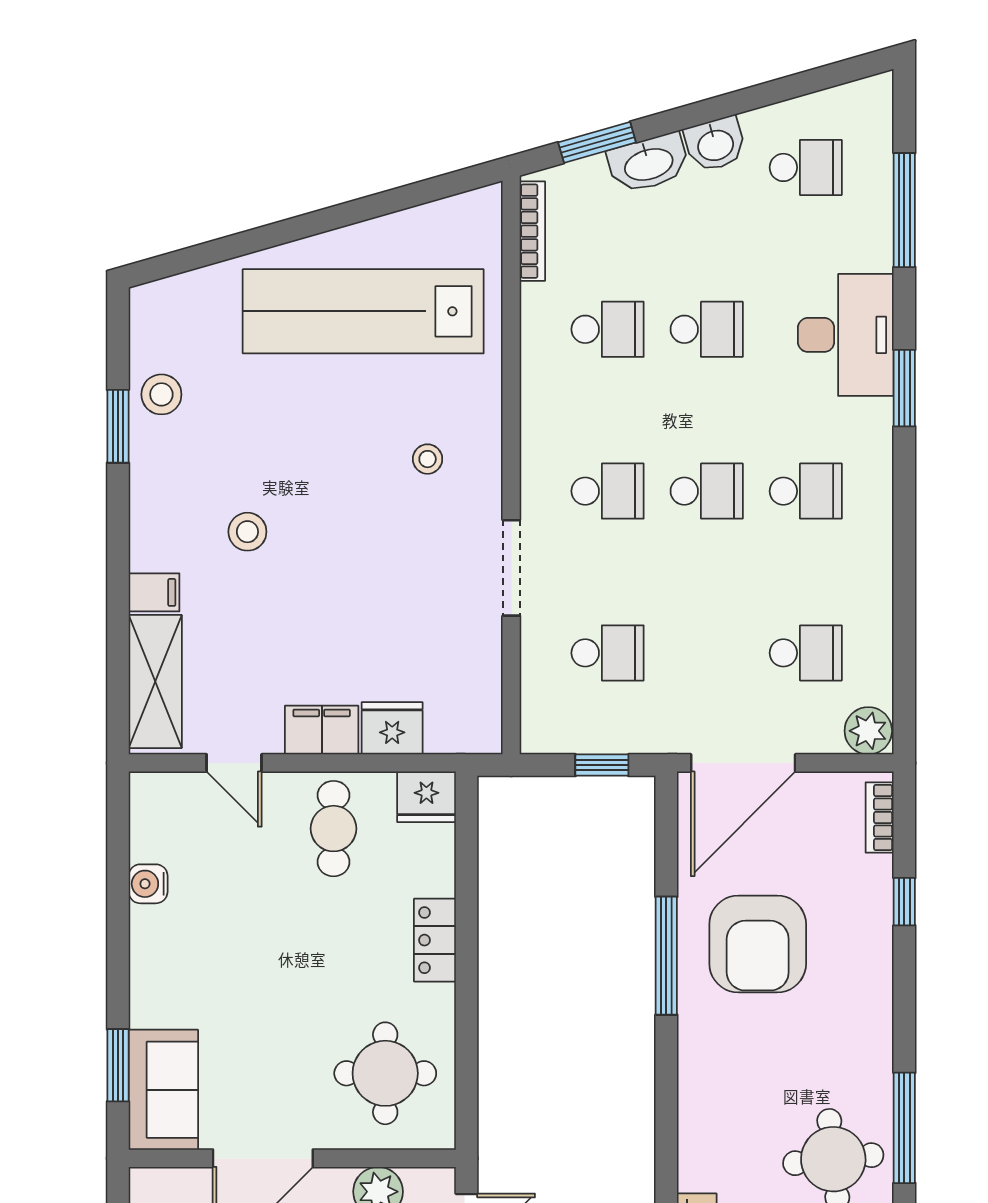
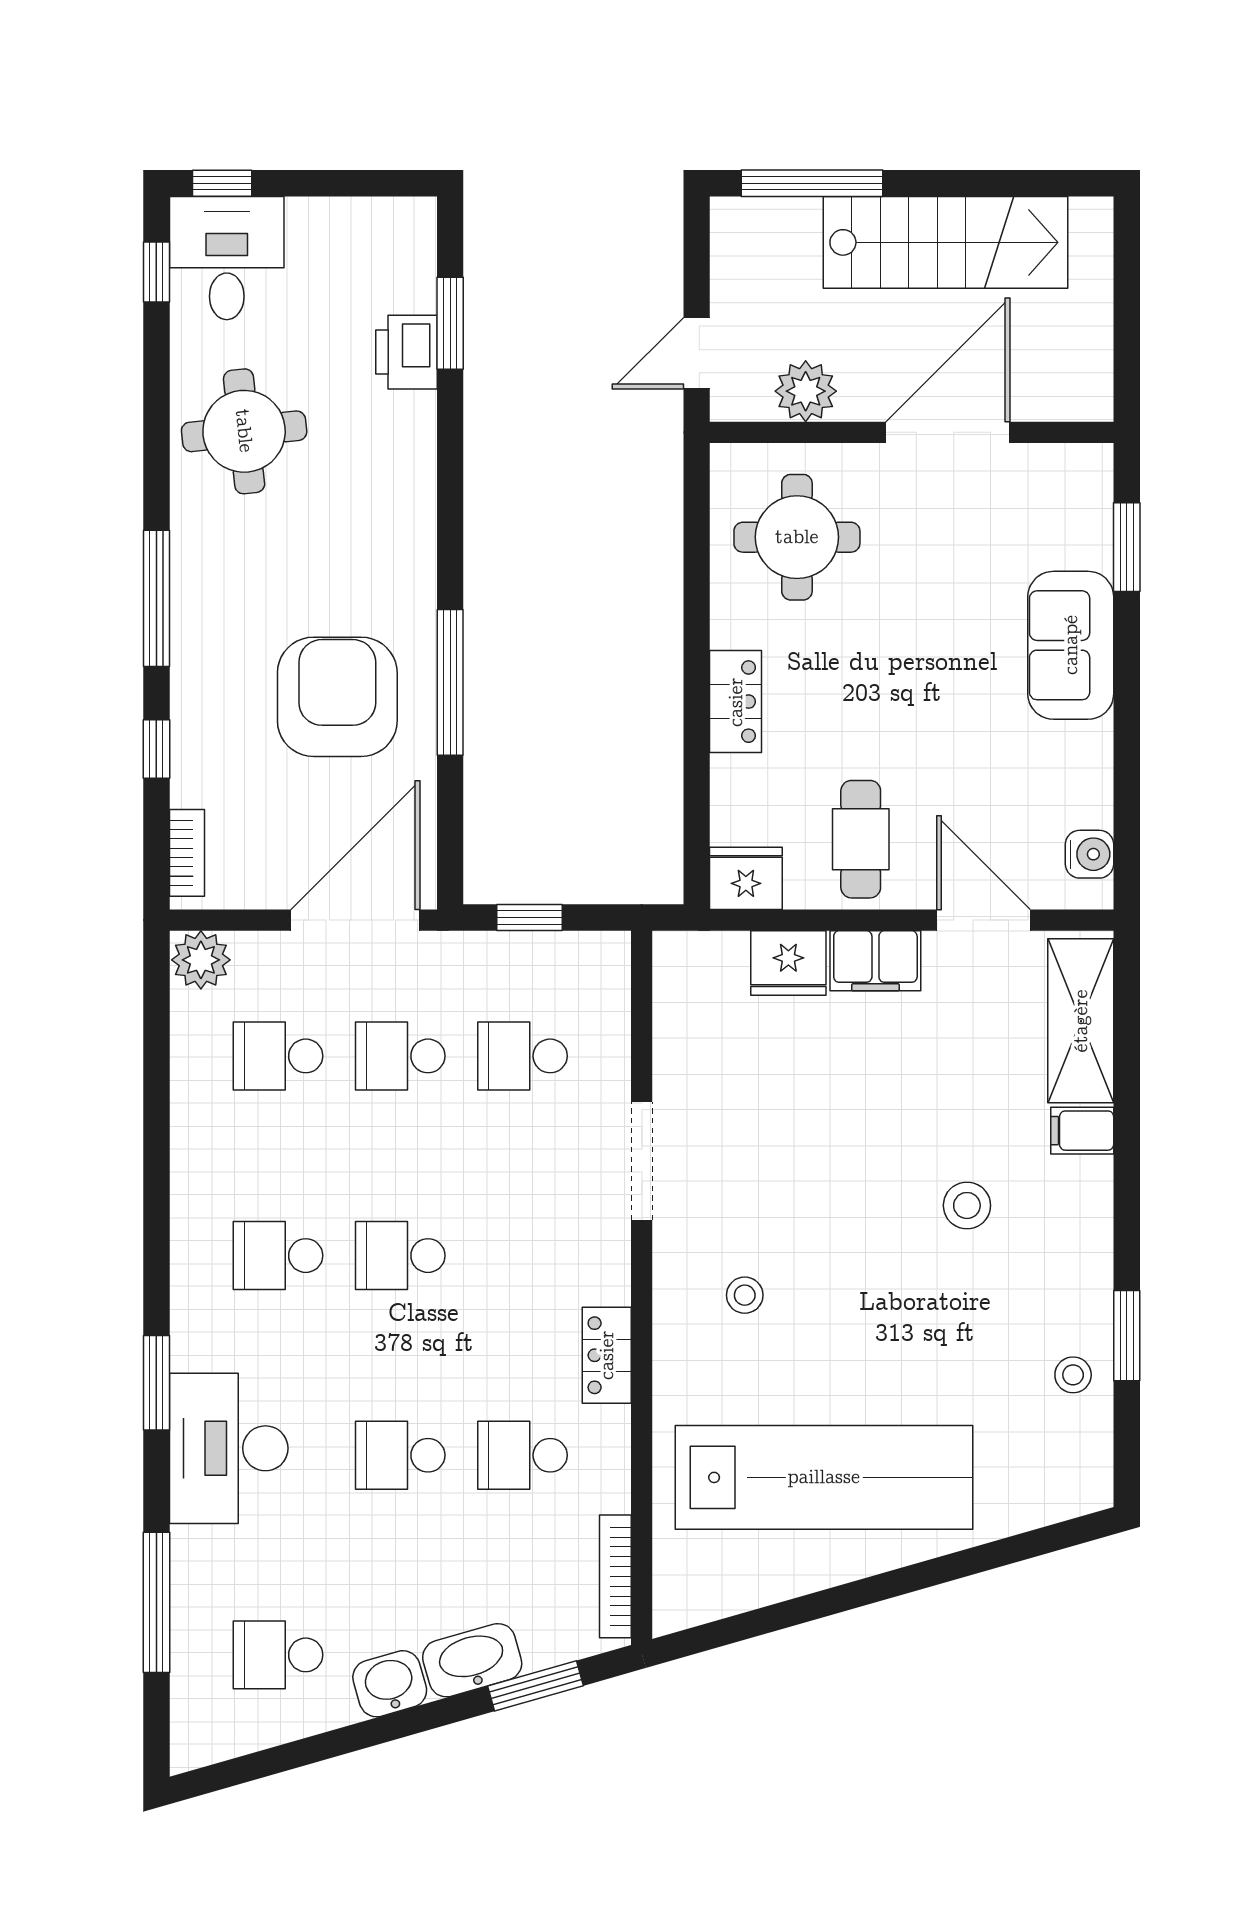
stool: (161, 394) -> (1073, 1375), width x0.73, depth x0.73
locker: (539, 410) -> (607, 1355), added
school desk: (608, 491) -> (400, 1056), moved
door: (234, 763) -> (983, 920), width x1.38
water cooler: (148, 884) -> (1090, 854), moved
sofa: (163, 1090) -> (1071, 645), moved
window: (904, 1128) -> (156, 598), moved

